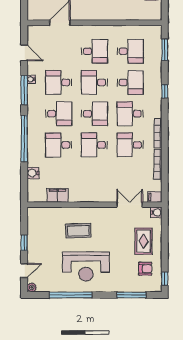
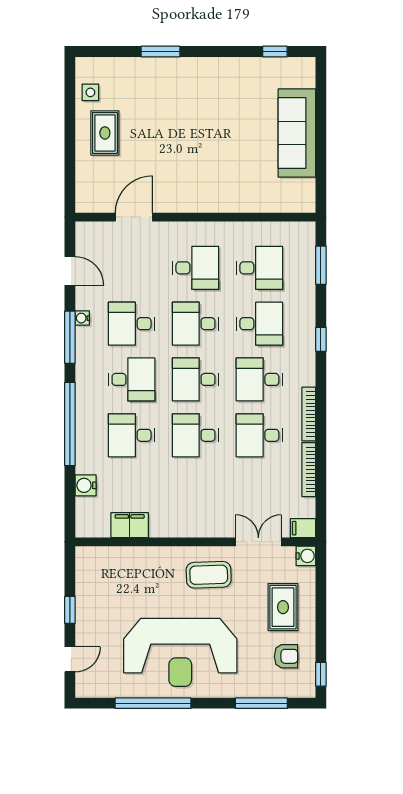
desk: (94, 114) -> (195, 379), turned 180
coffee table: (78, 231) -> (209, 575), moved
reception desk: (86, 267) -> (180, 652), width x1.36, depth x1.30
plant: (32, 287) -> (84, 690), removed

